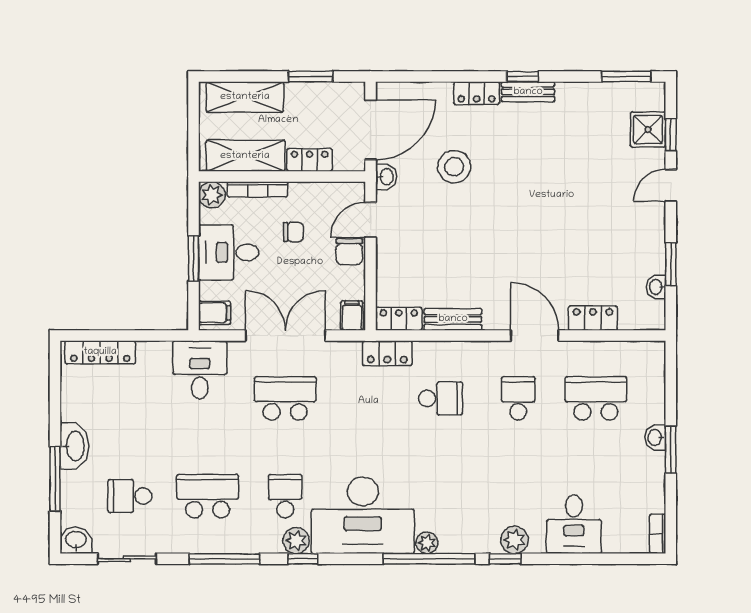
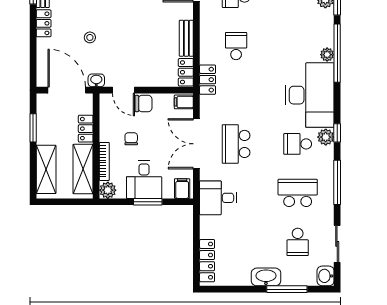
stool: (454, 167) -> (90, 37), width x0.53, depth x0.53
school desk: (208, 496) -> (298, 193), turned 90

